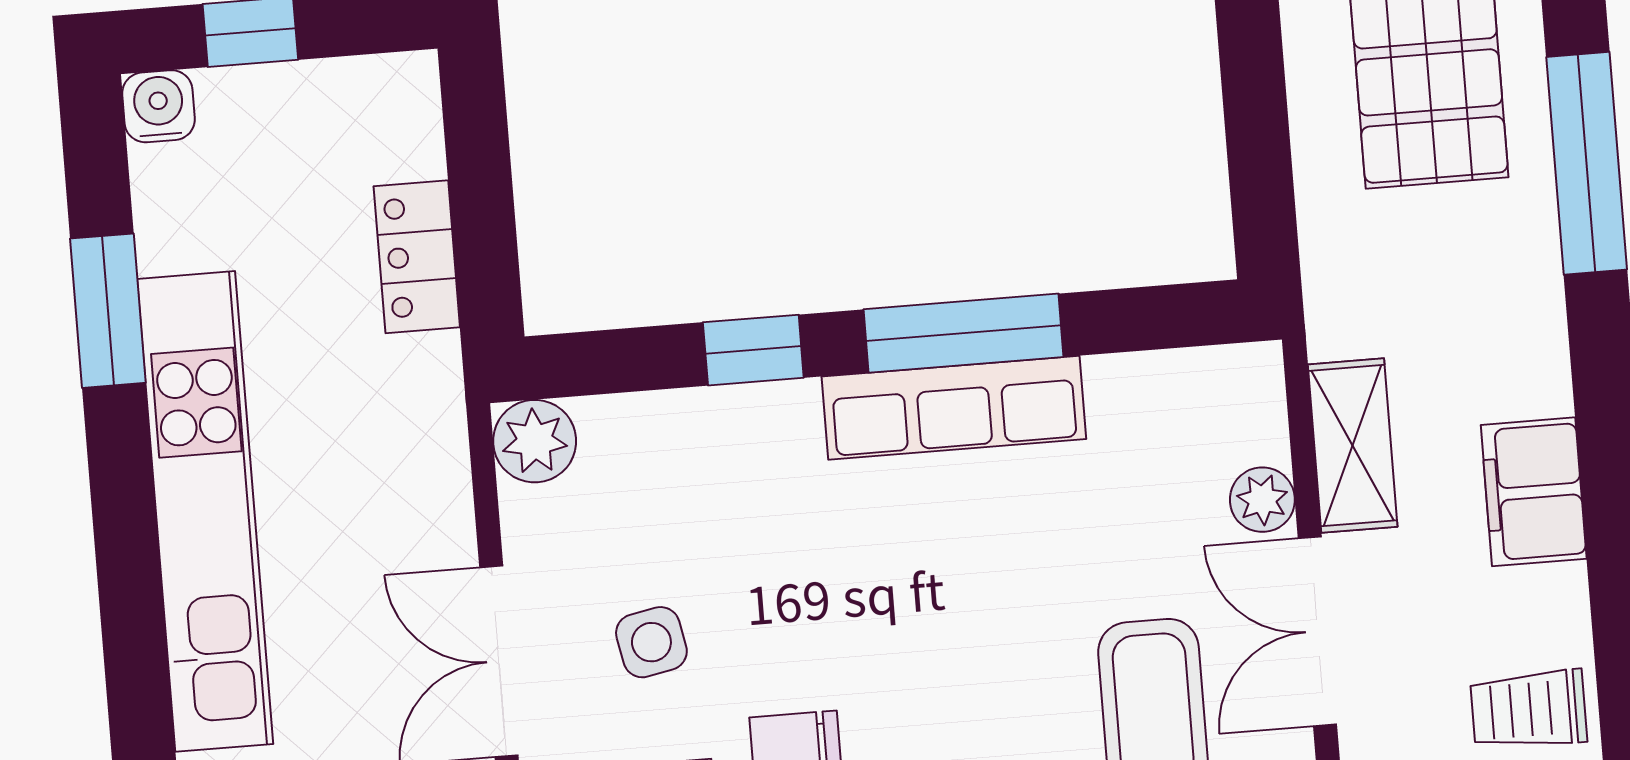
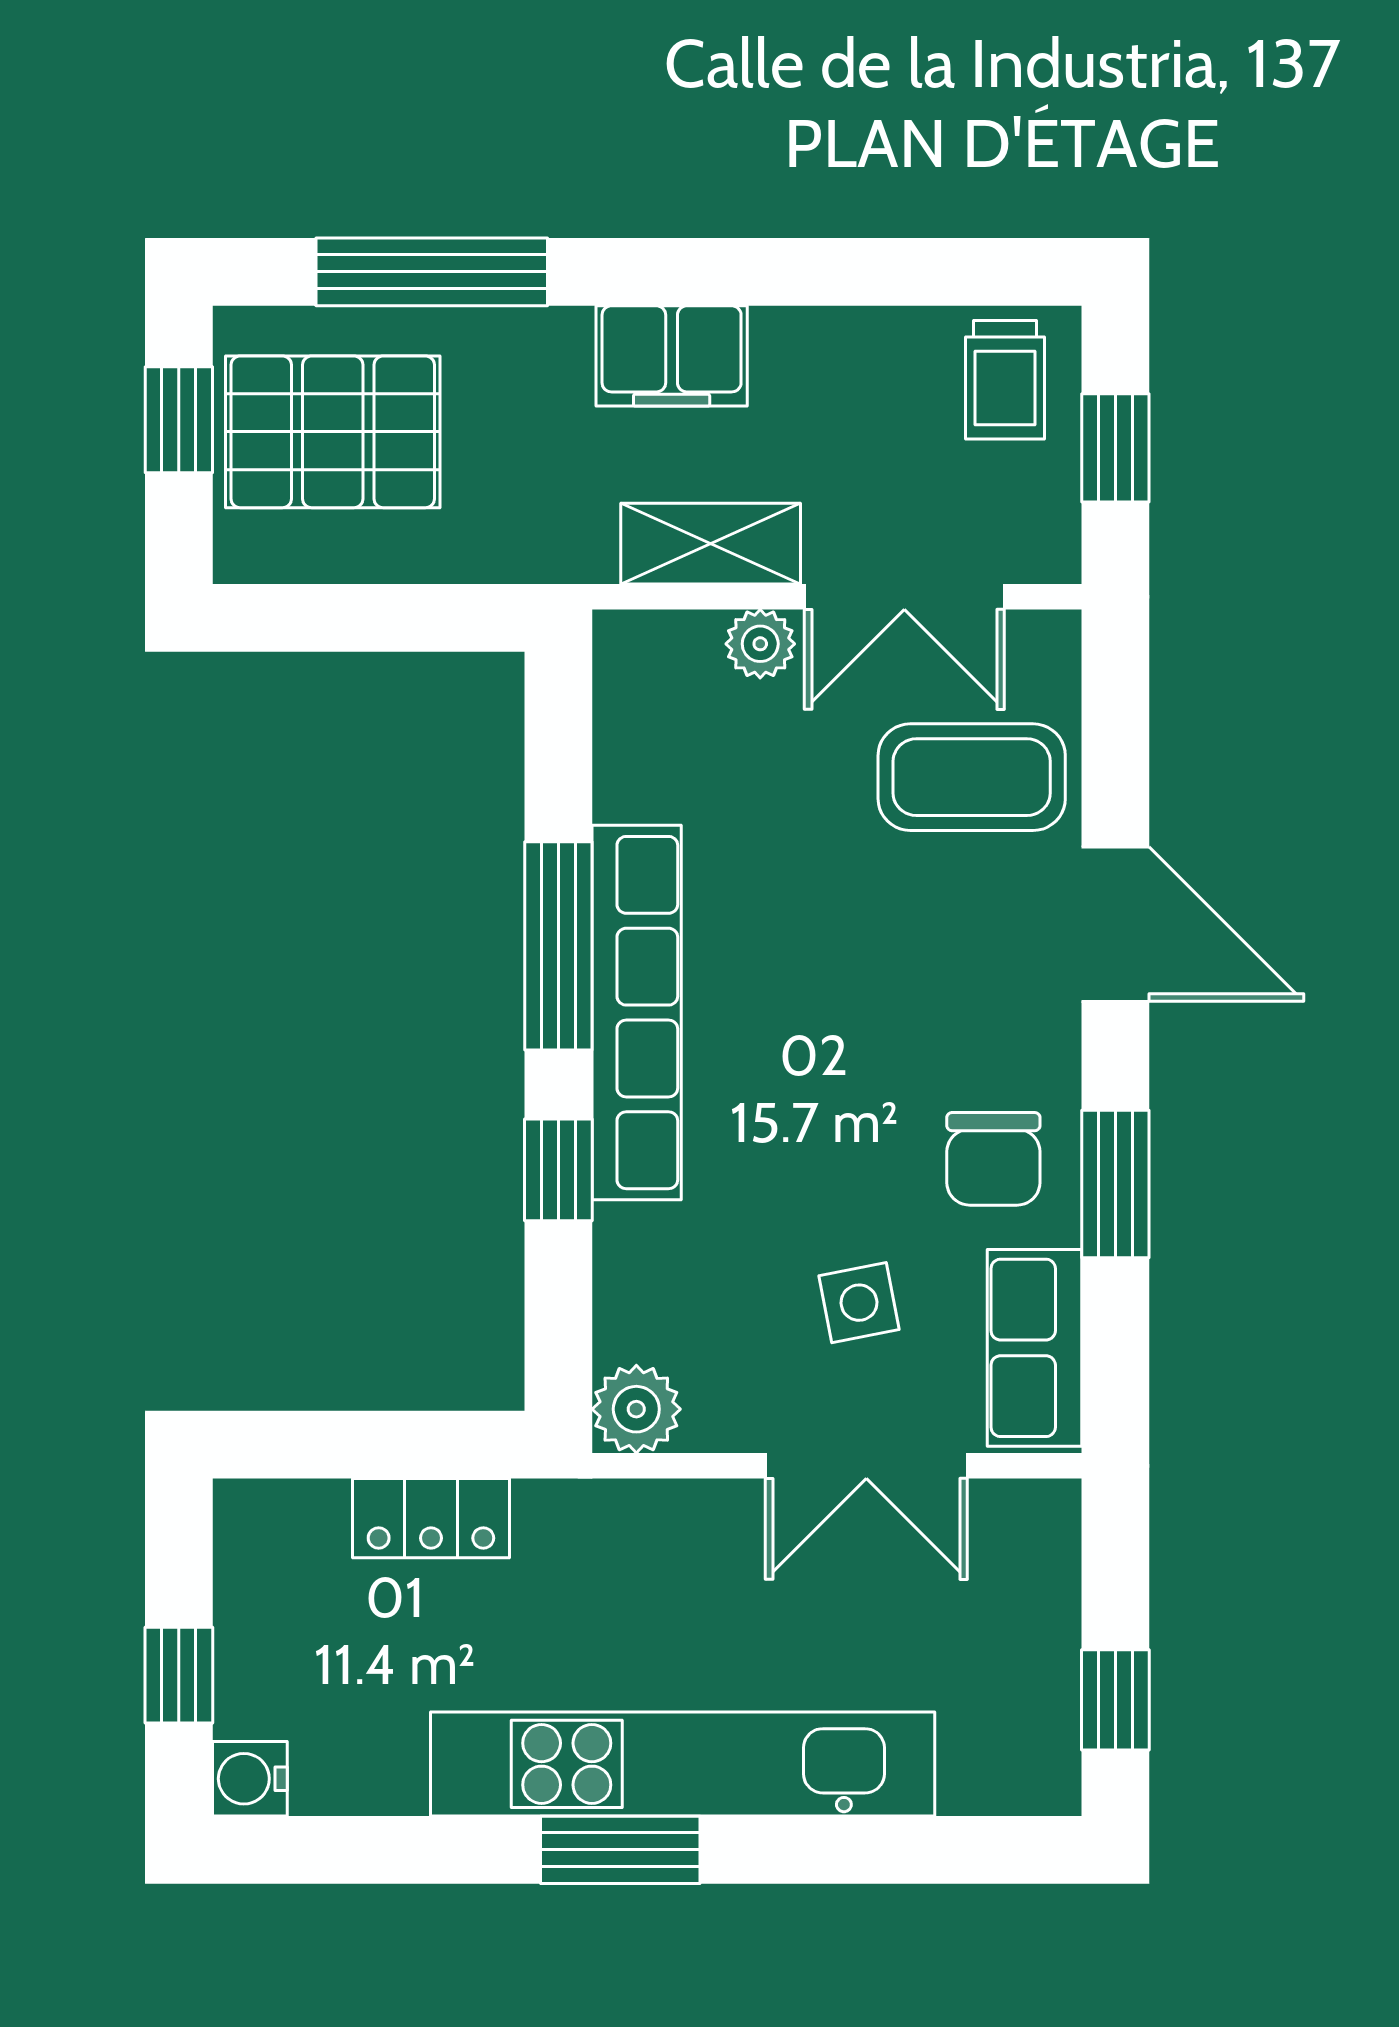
window: (108, 311) -> (620, 1850), moved
row of seats: (954, 408) -> (637, 1013), width x1.36
filing cabinet: (1534, 492) -> (672, 356), moved

